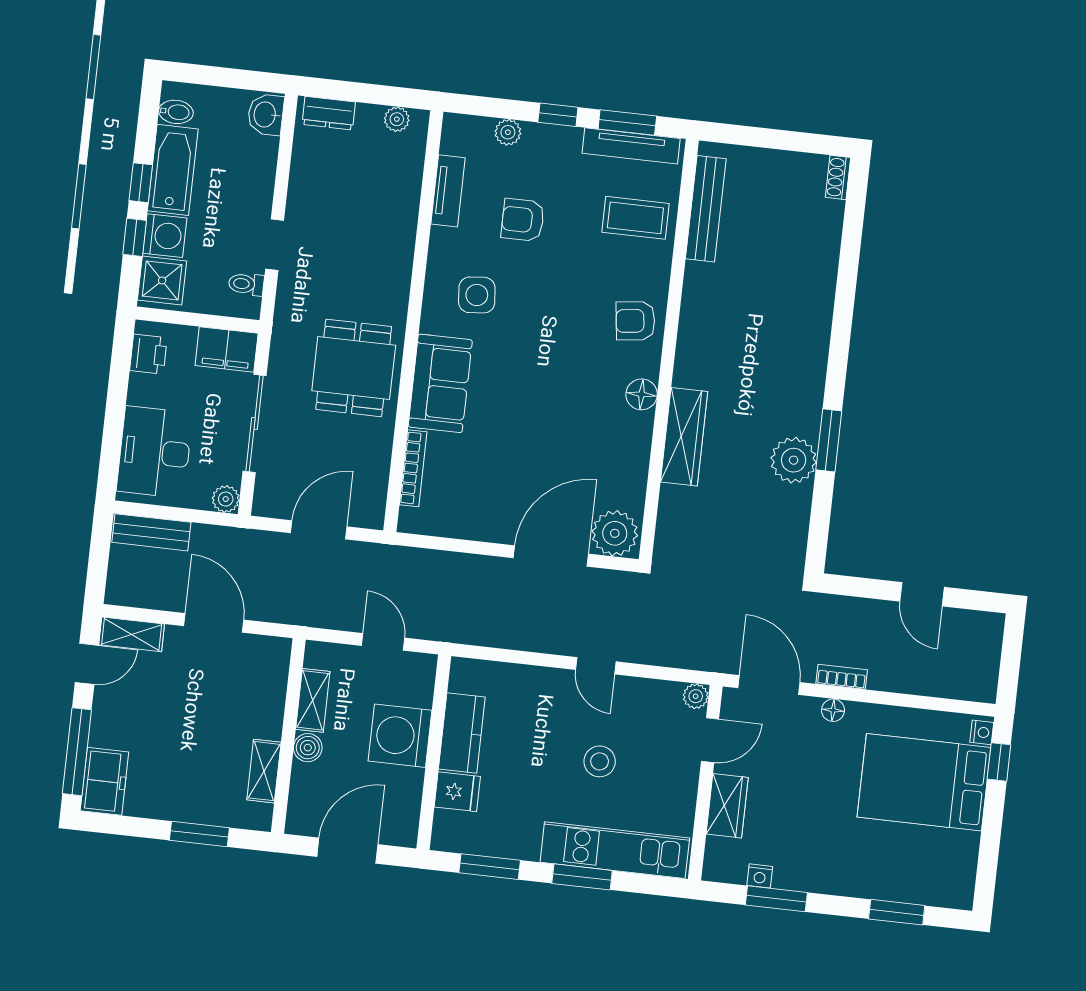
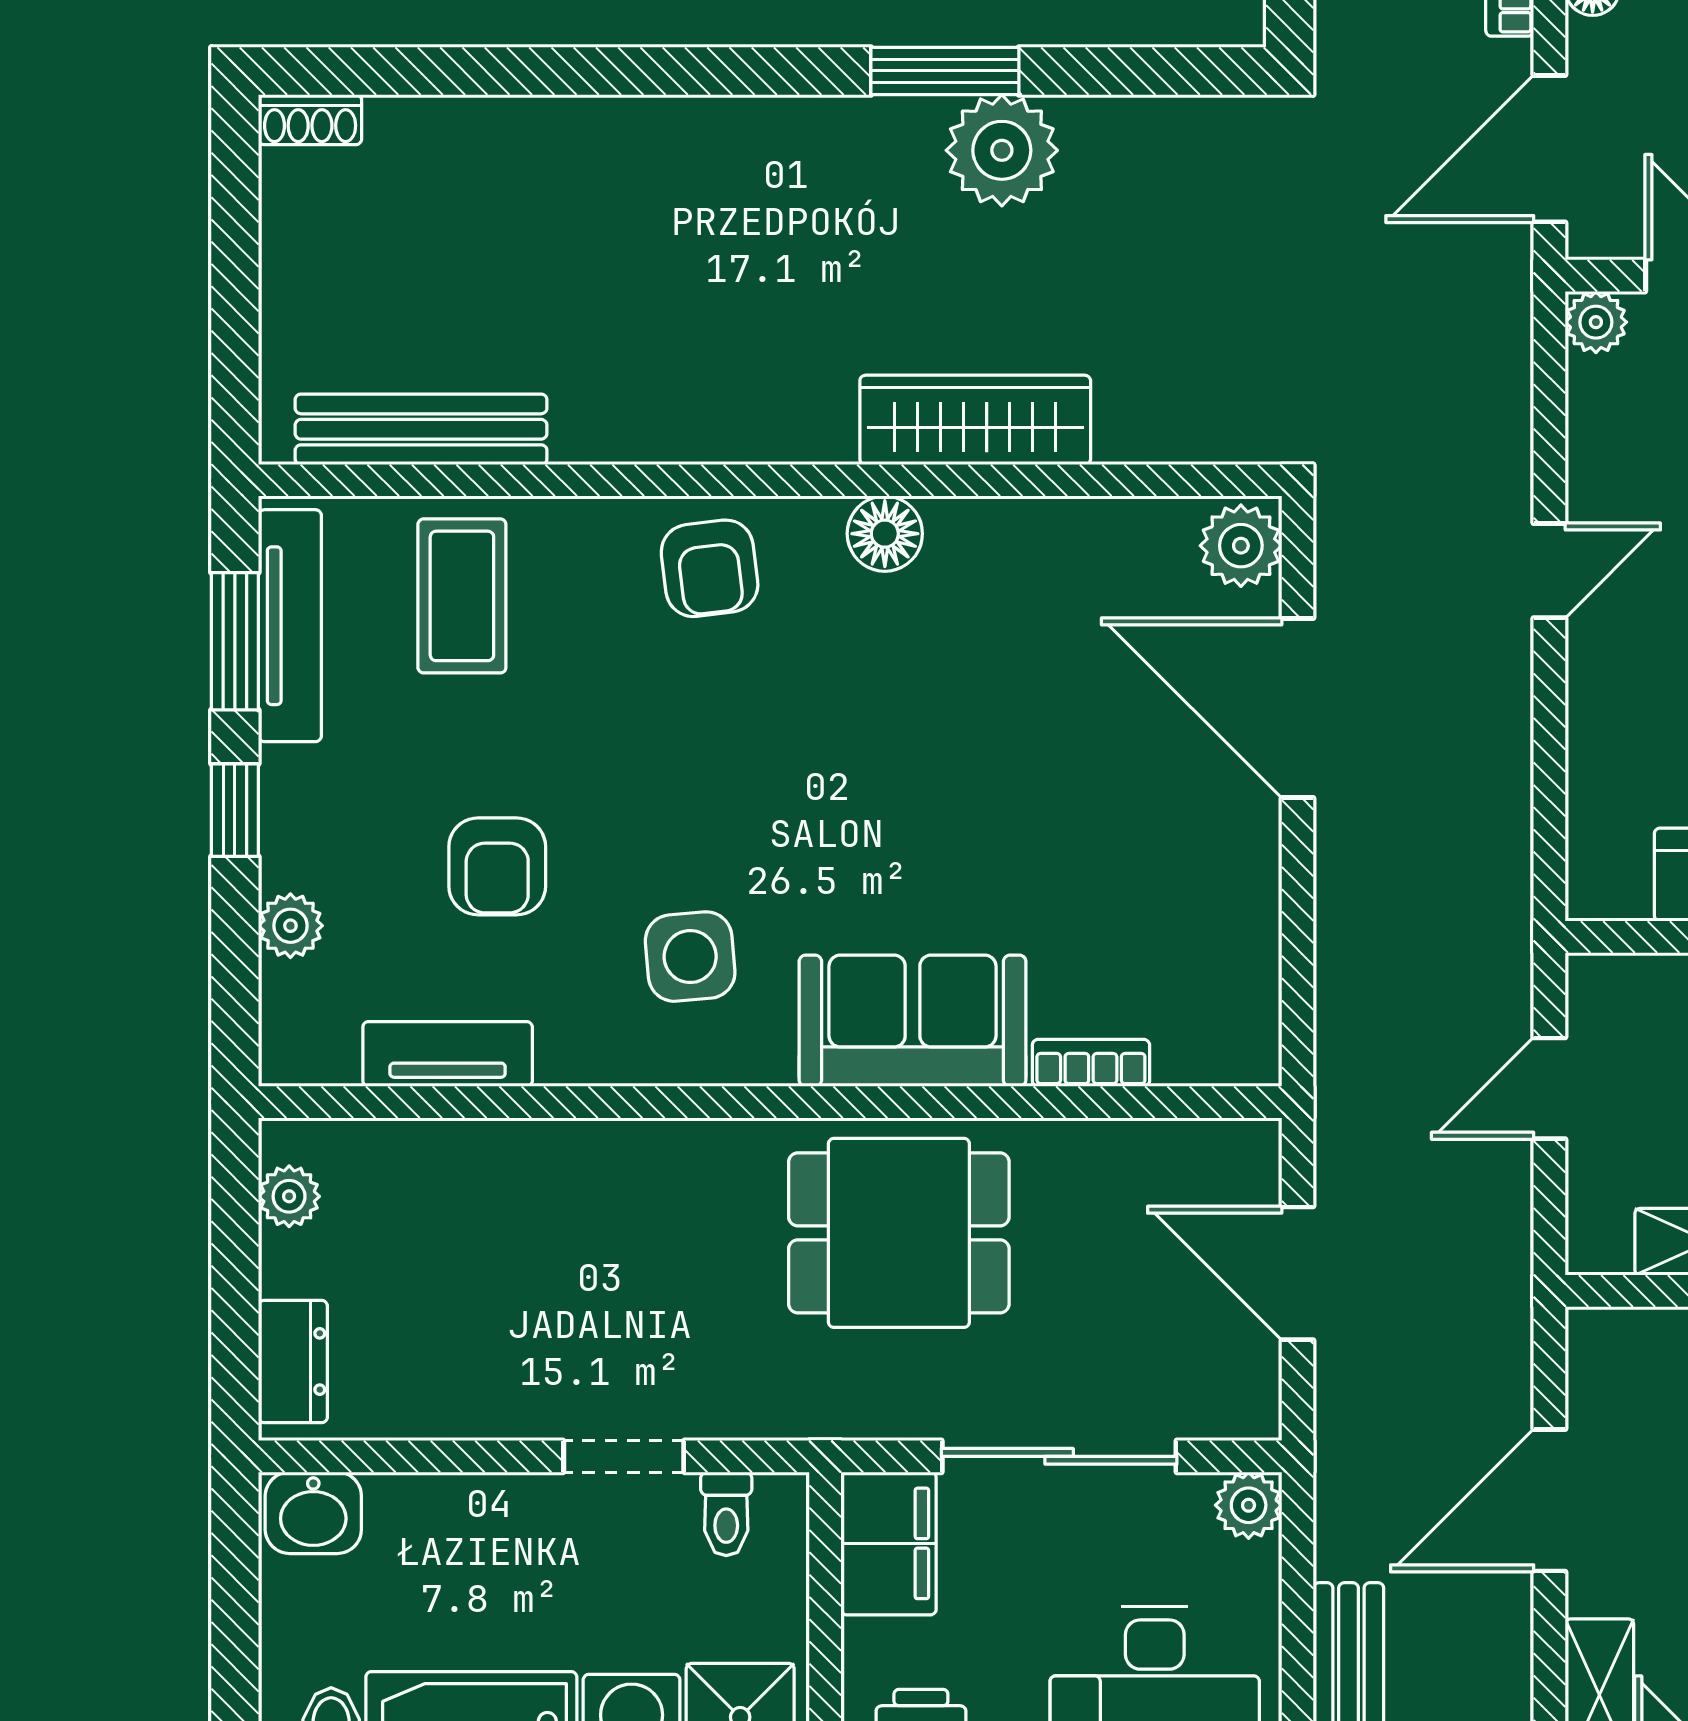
bookcase: (413, 468) -> (1091, 1063), width x0.64
plant: (615, 533) -> (1241, 546), width x0.73, depth x0.73

